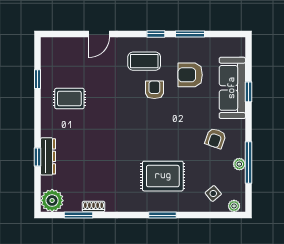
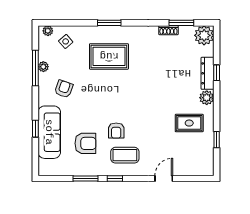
plant: (49, 128) -> (207, 98), added

